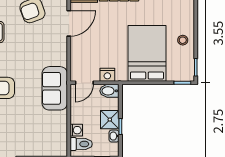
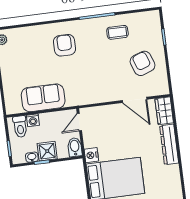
nightstand: (107, 75) -> (91, 155), moved
door: (84, 83) -> (79, 122), hinge flipped
sofa: (55, 88) -> (43, 98), moved

